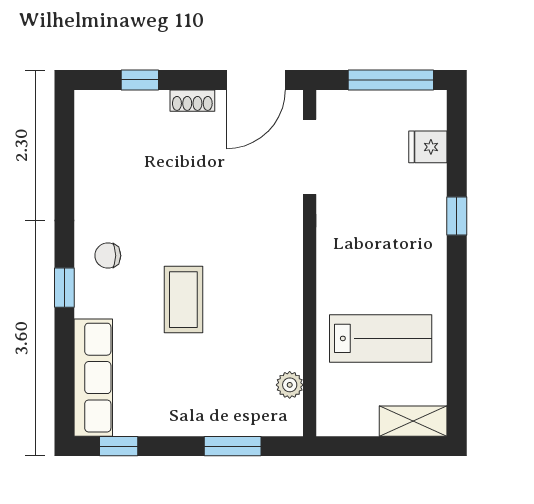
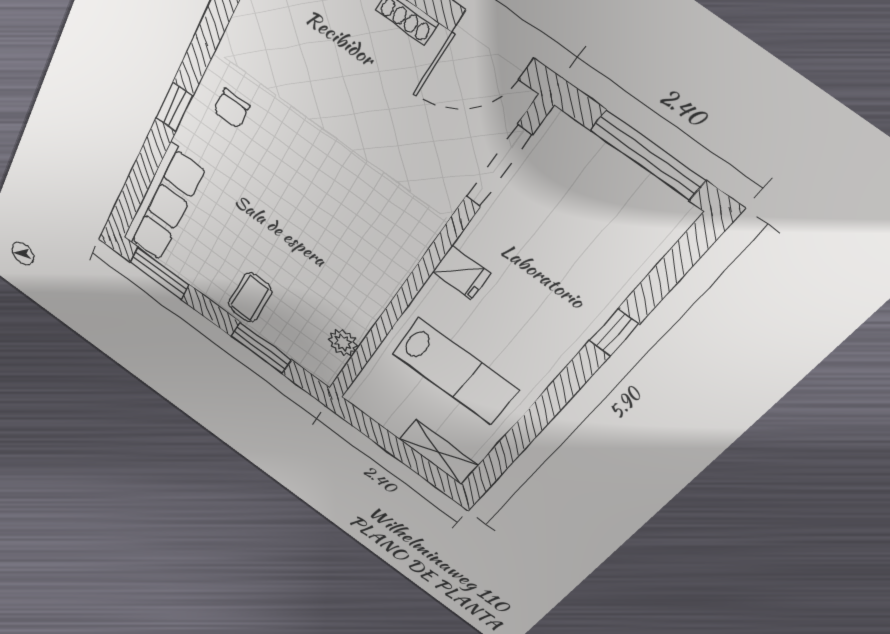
fridge: (428, 147) -> (462, 273), moved, turned 180
chair: (108, 256) -> (232, 108), turned -90
coffee table: (183, 300) -> (250, 298), moved, width x0.73, depth x0.77
window: (119, 446) -> (160, 273), width x1.50

